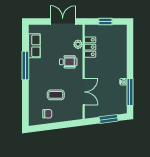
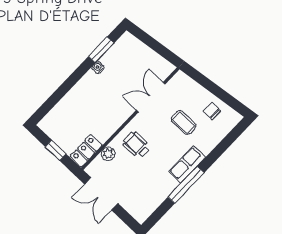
row of seats: (34, 46) -> (187, 164), moved
locker: (90, 47) -> (86, 151), moved
window: (130, 92) -> (101, 50), width x0.69
window: (109, 119) -> (152, 43), removed

